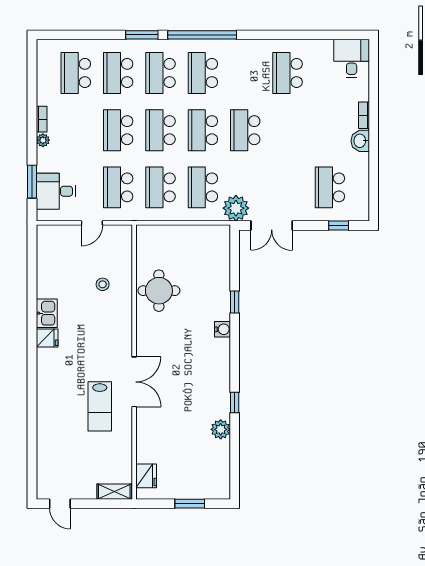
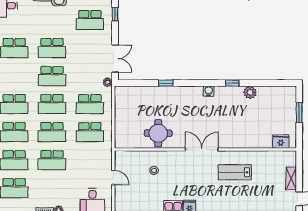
school desk: (118, 187) -> (52, 48), moved
plant: (236, 208) -> (108, 82), width x0.53, depth x0.53
water cooler: (222, 329) -> (209, 91), moved
double door: (134, 382) -> (202, 150), moved
lab bench: (100, 406) -> (235, 172), turned 180
shelving: (114, 492) -> (291, 178), moved

